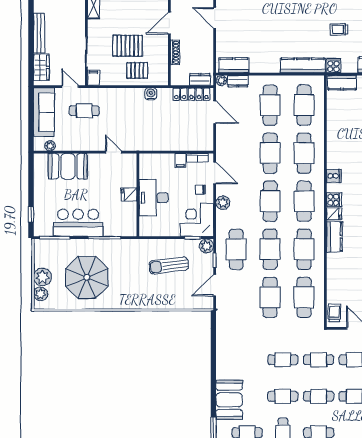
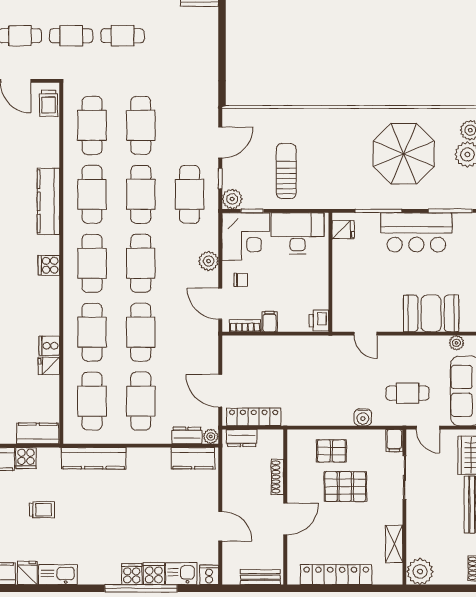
cooker: (333, 65) -> (26, 458), moved
water cooler: (151, 94) -> (363, 417), moved
printer: (146, 161) -> (319, 321), added
cooker: (334, 176) -> (49, 346), moved
fridge: (129, 195) -> (343, 230), moved
desk: (154, 198) -> (298, 233), moved, turned -90
fridge: (334, 214) -> (49, 366), moved
kitchen counter: (334, 237) -> (48, 201), width x1.50
sun lounger: (169, 265) -> (286, 171), turned -83

